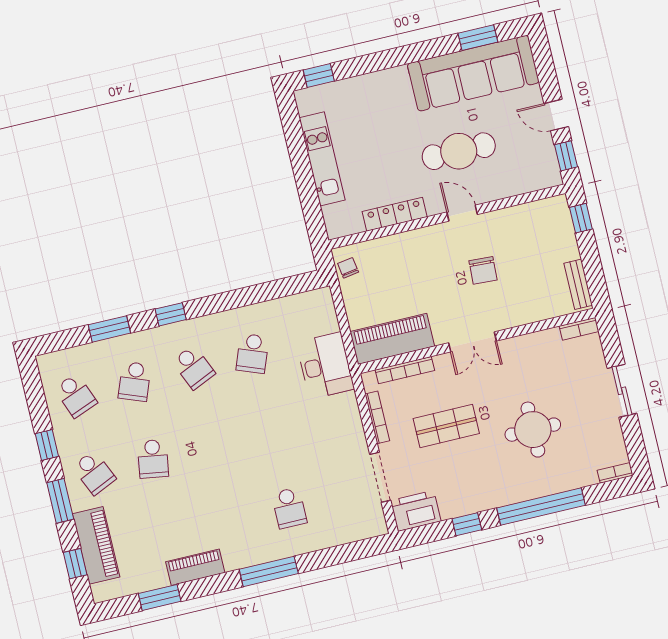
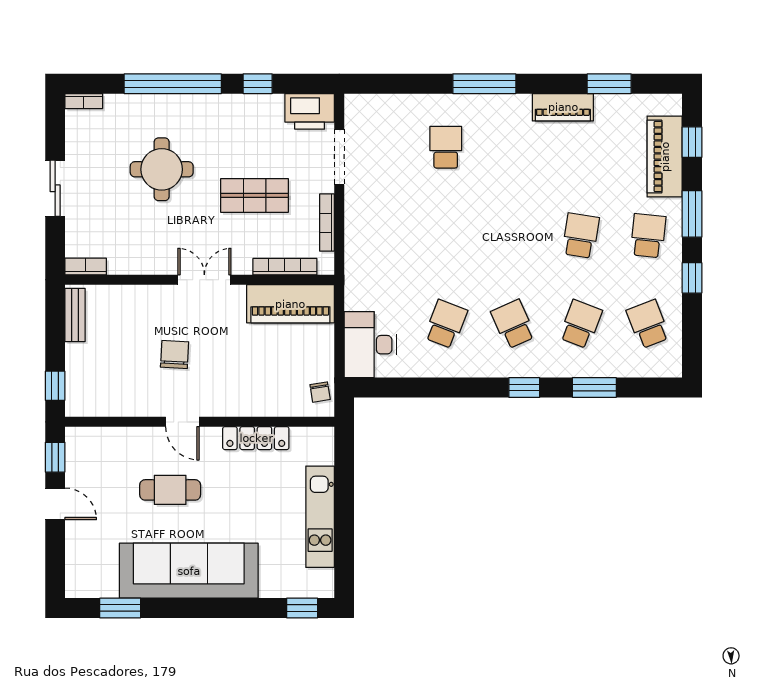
sofa: (473, 73) -> (189, 571), moved
cafe table: (459, 151) -> (170, 490), width x0.73, depth x0.74
desk: (325, 366) -> (370, 345), moved
school desk: (94, 473) -> (648, 236), turned 30

